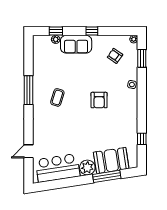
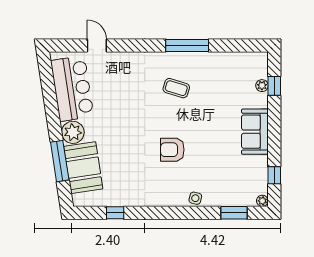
window: (92, 31) -> (274, 175), moved
sofa: (76, 44) -> (255, 132), moved
armchair: (115, 56) -> (238, 173), removed

